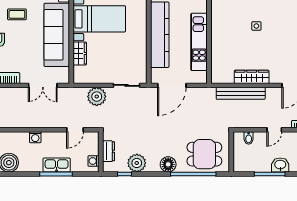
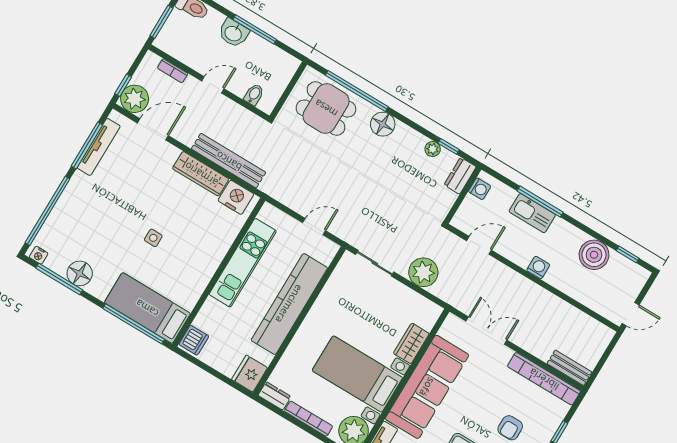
nightstand: (224, 76) -> (236, 197), added
door: (172, 85) -> (314, 227), width x0.53
dresser: (109, 151) -> (460, 176), moved
plant: (137, 163) -> (433, 149), width x0.53, depth x0.53

